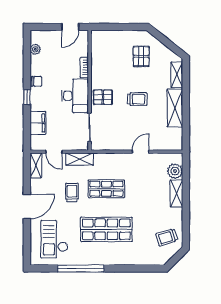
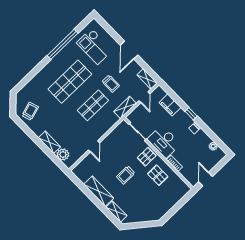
pallet: (141, 56) -> (158, 175), moved
door: (54, 152) -> (144, 97), swing flipped
checkout: (54, 239) -> (95, 46), turned 180

